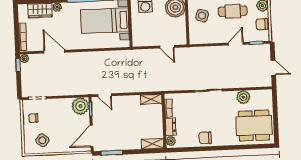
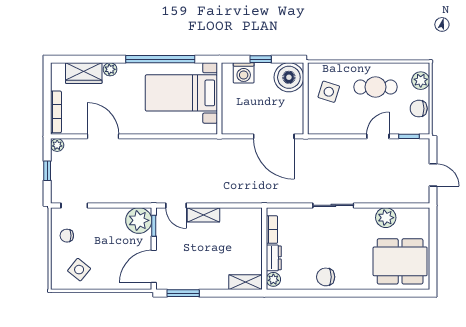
door: (167, 47) -> (274, 136), width x1.87
window: (18, 65) -> (47, 171), moved
shelving: (151, 99) -> (204, 215), moved

